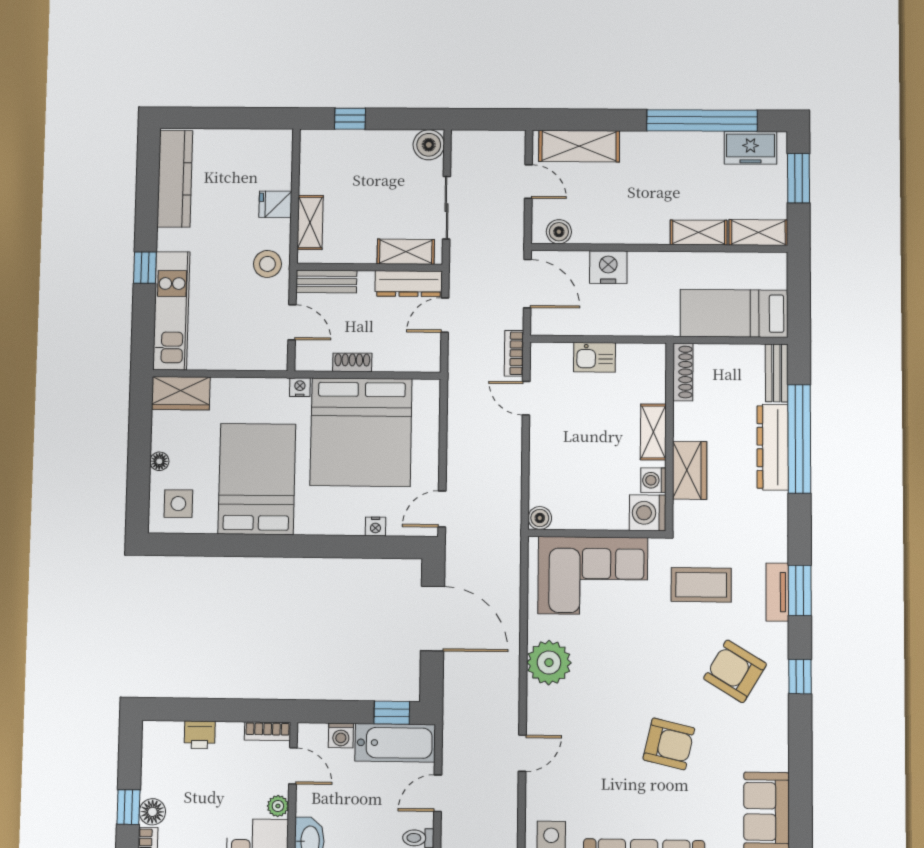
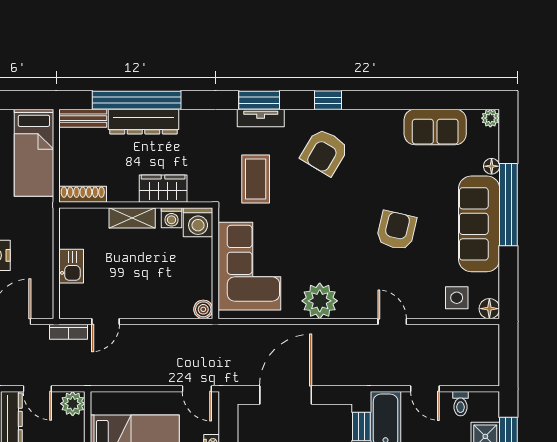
plant: (426, 357) -> (73, 404), added
armchair: (669, 744) -> (396, 230), moved

